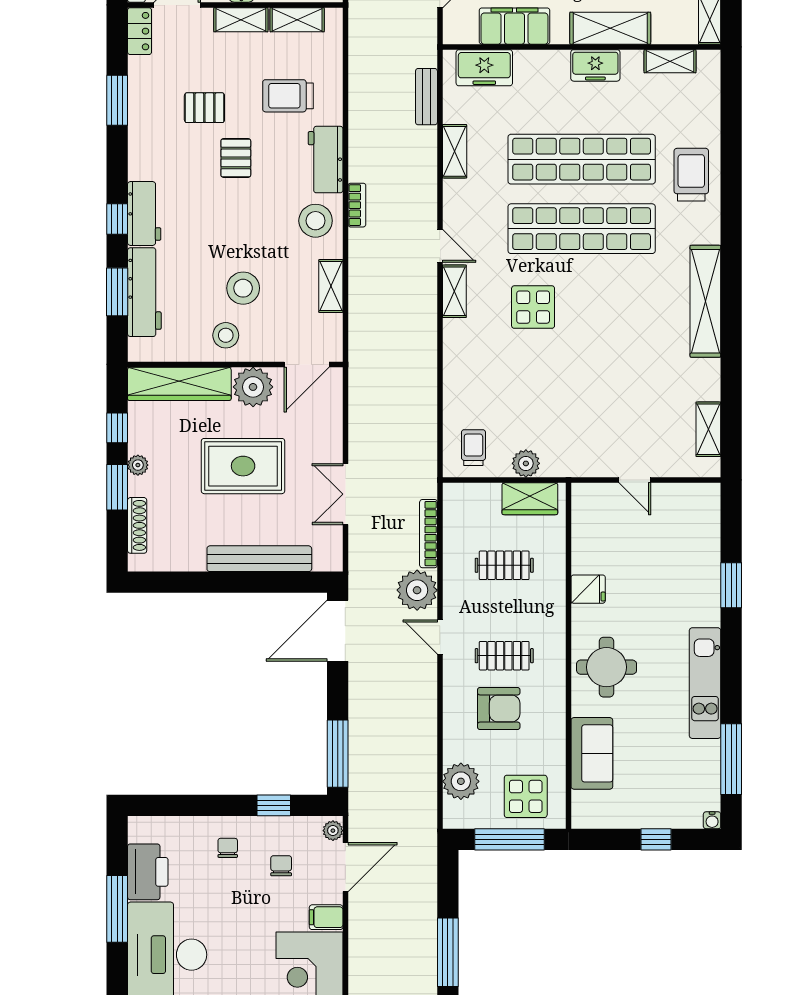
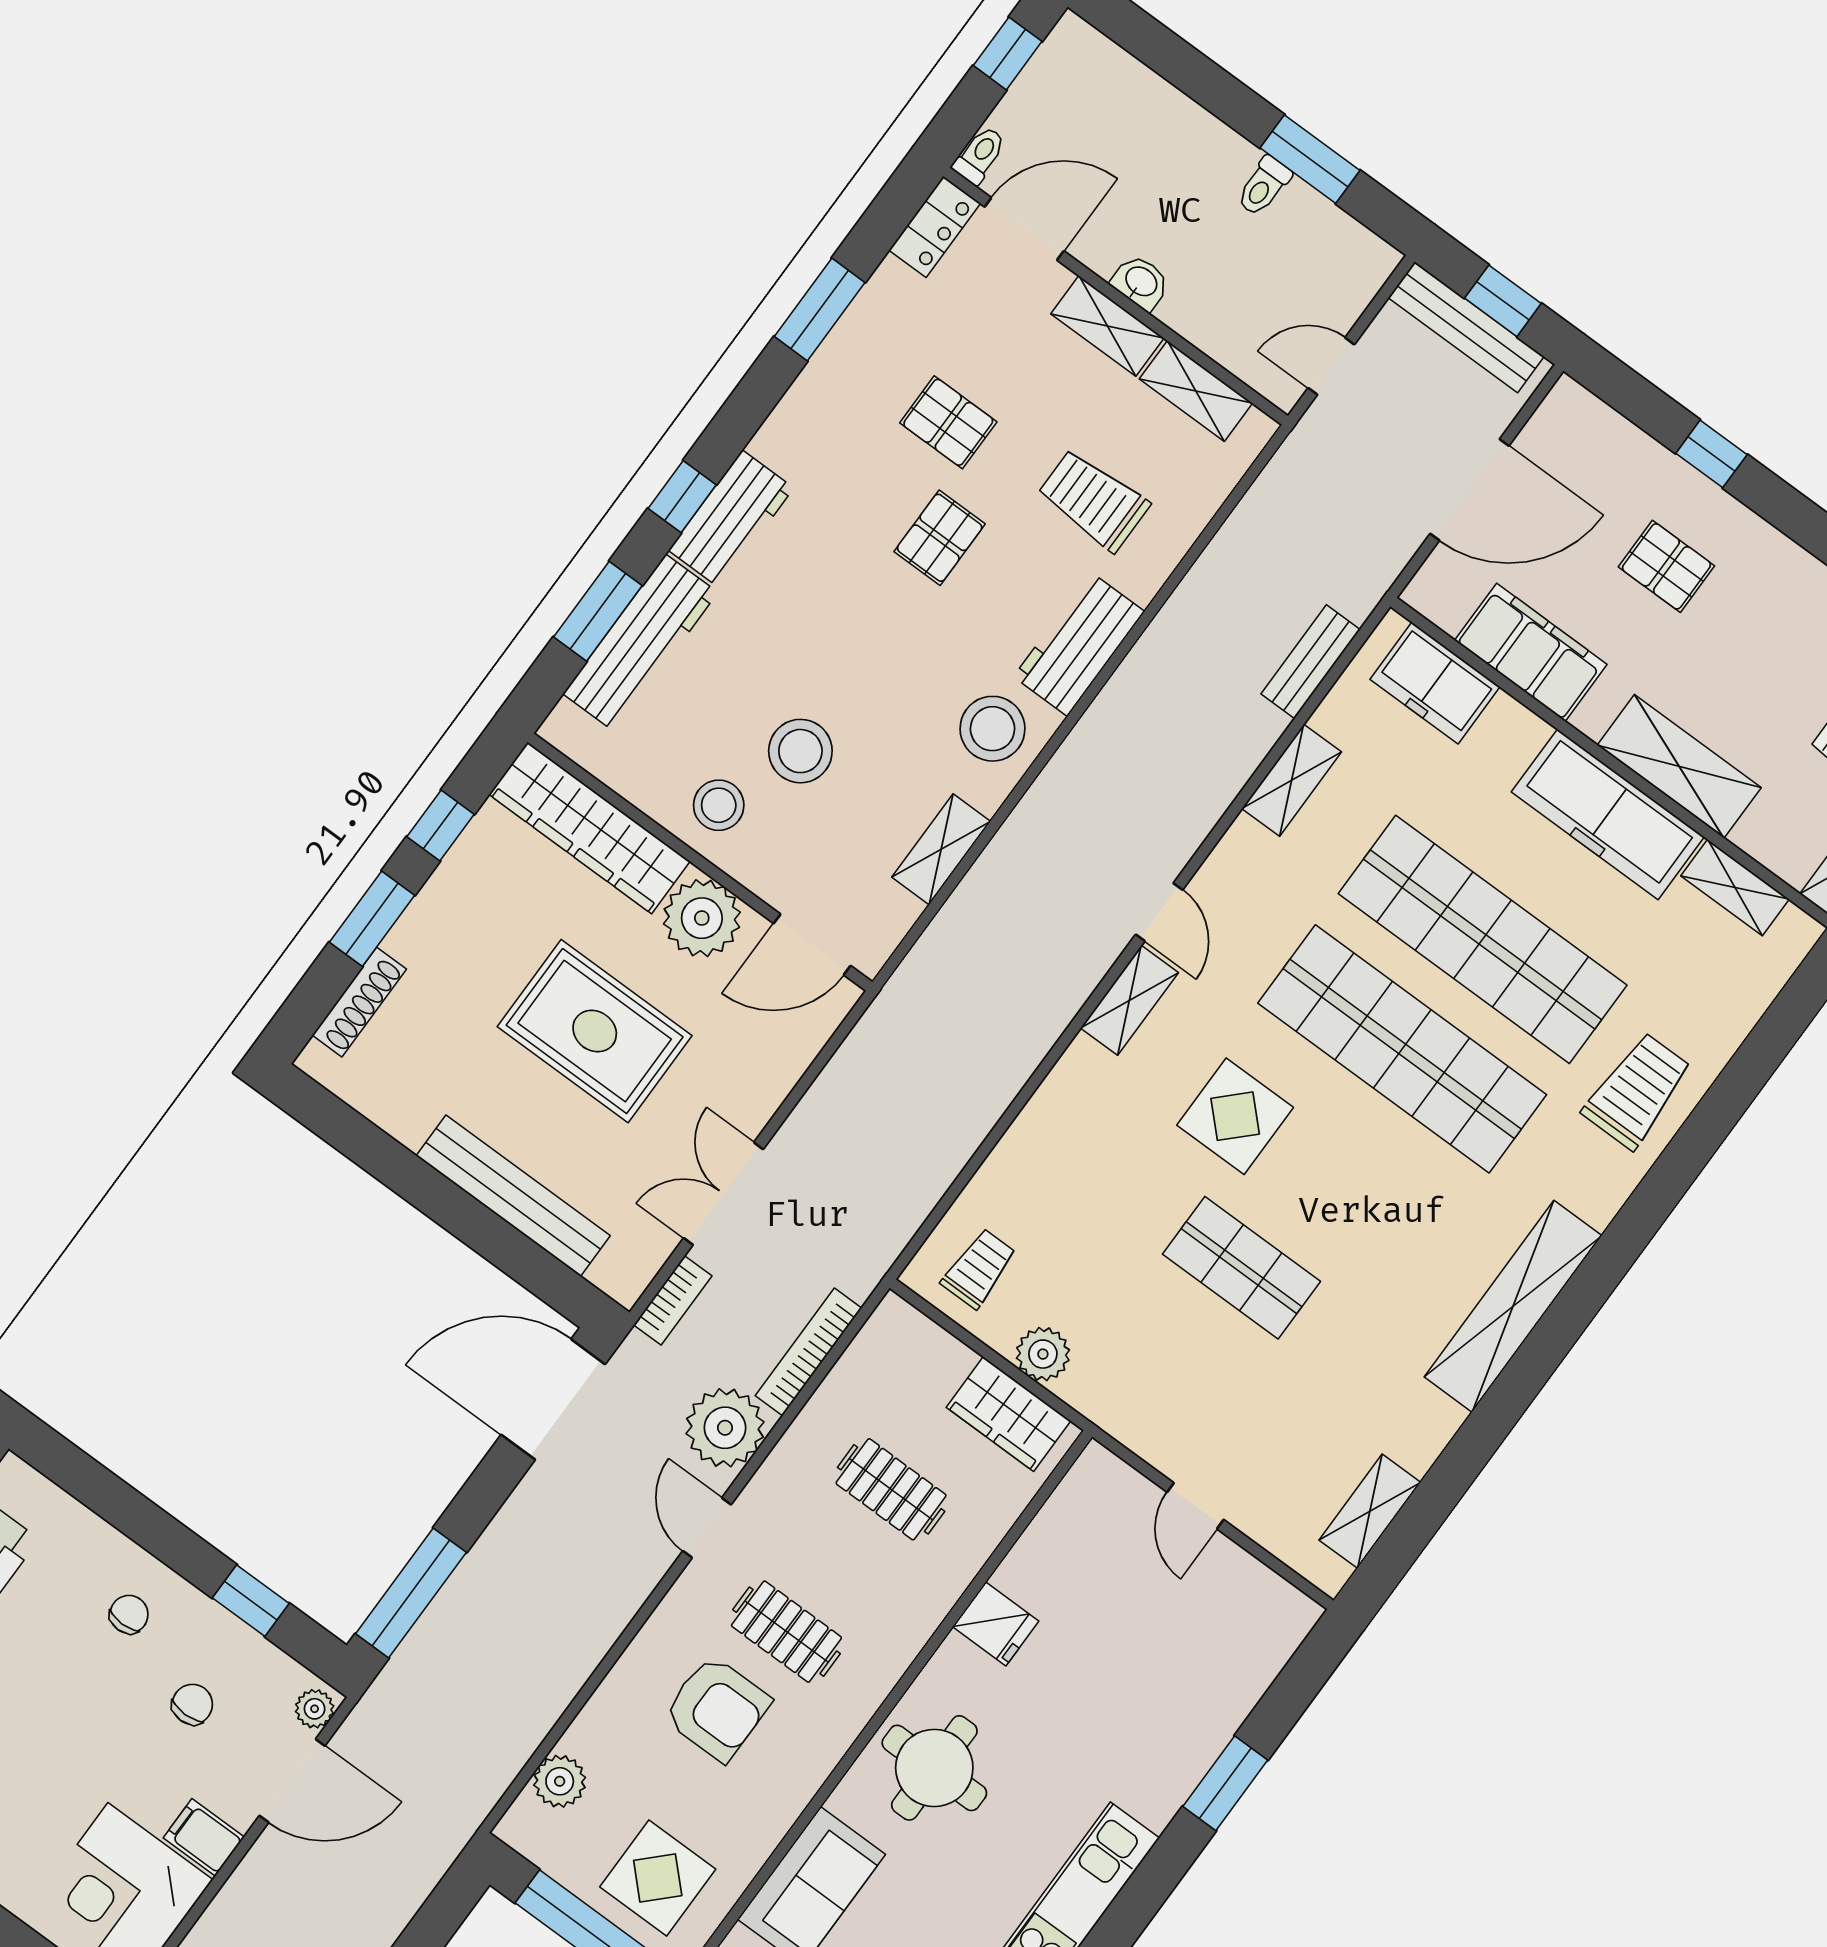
freezer: (595, 65) -> (1608, 814), width x1.91, depth x1.26
bookcase: (357, 205) -> (673, 1300), moved
shop shelf: (582, 368) -> (1241, 1268), added
plant: (138, 465) -> (430, 908), removed
plant: (461, 781) -> (560, 1781), width x0.73, depth x0.73

